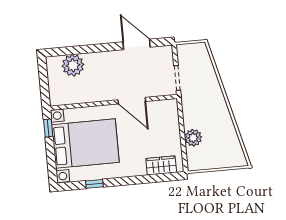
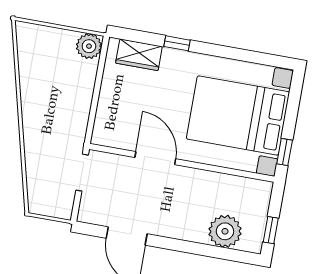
window: (43, 74) -> (271, 230), added
plant: (193, 138) -> (89, 46), moved
window: (94, 184) -> (177, 43), moved

